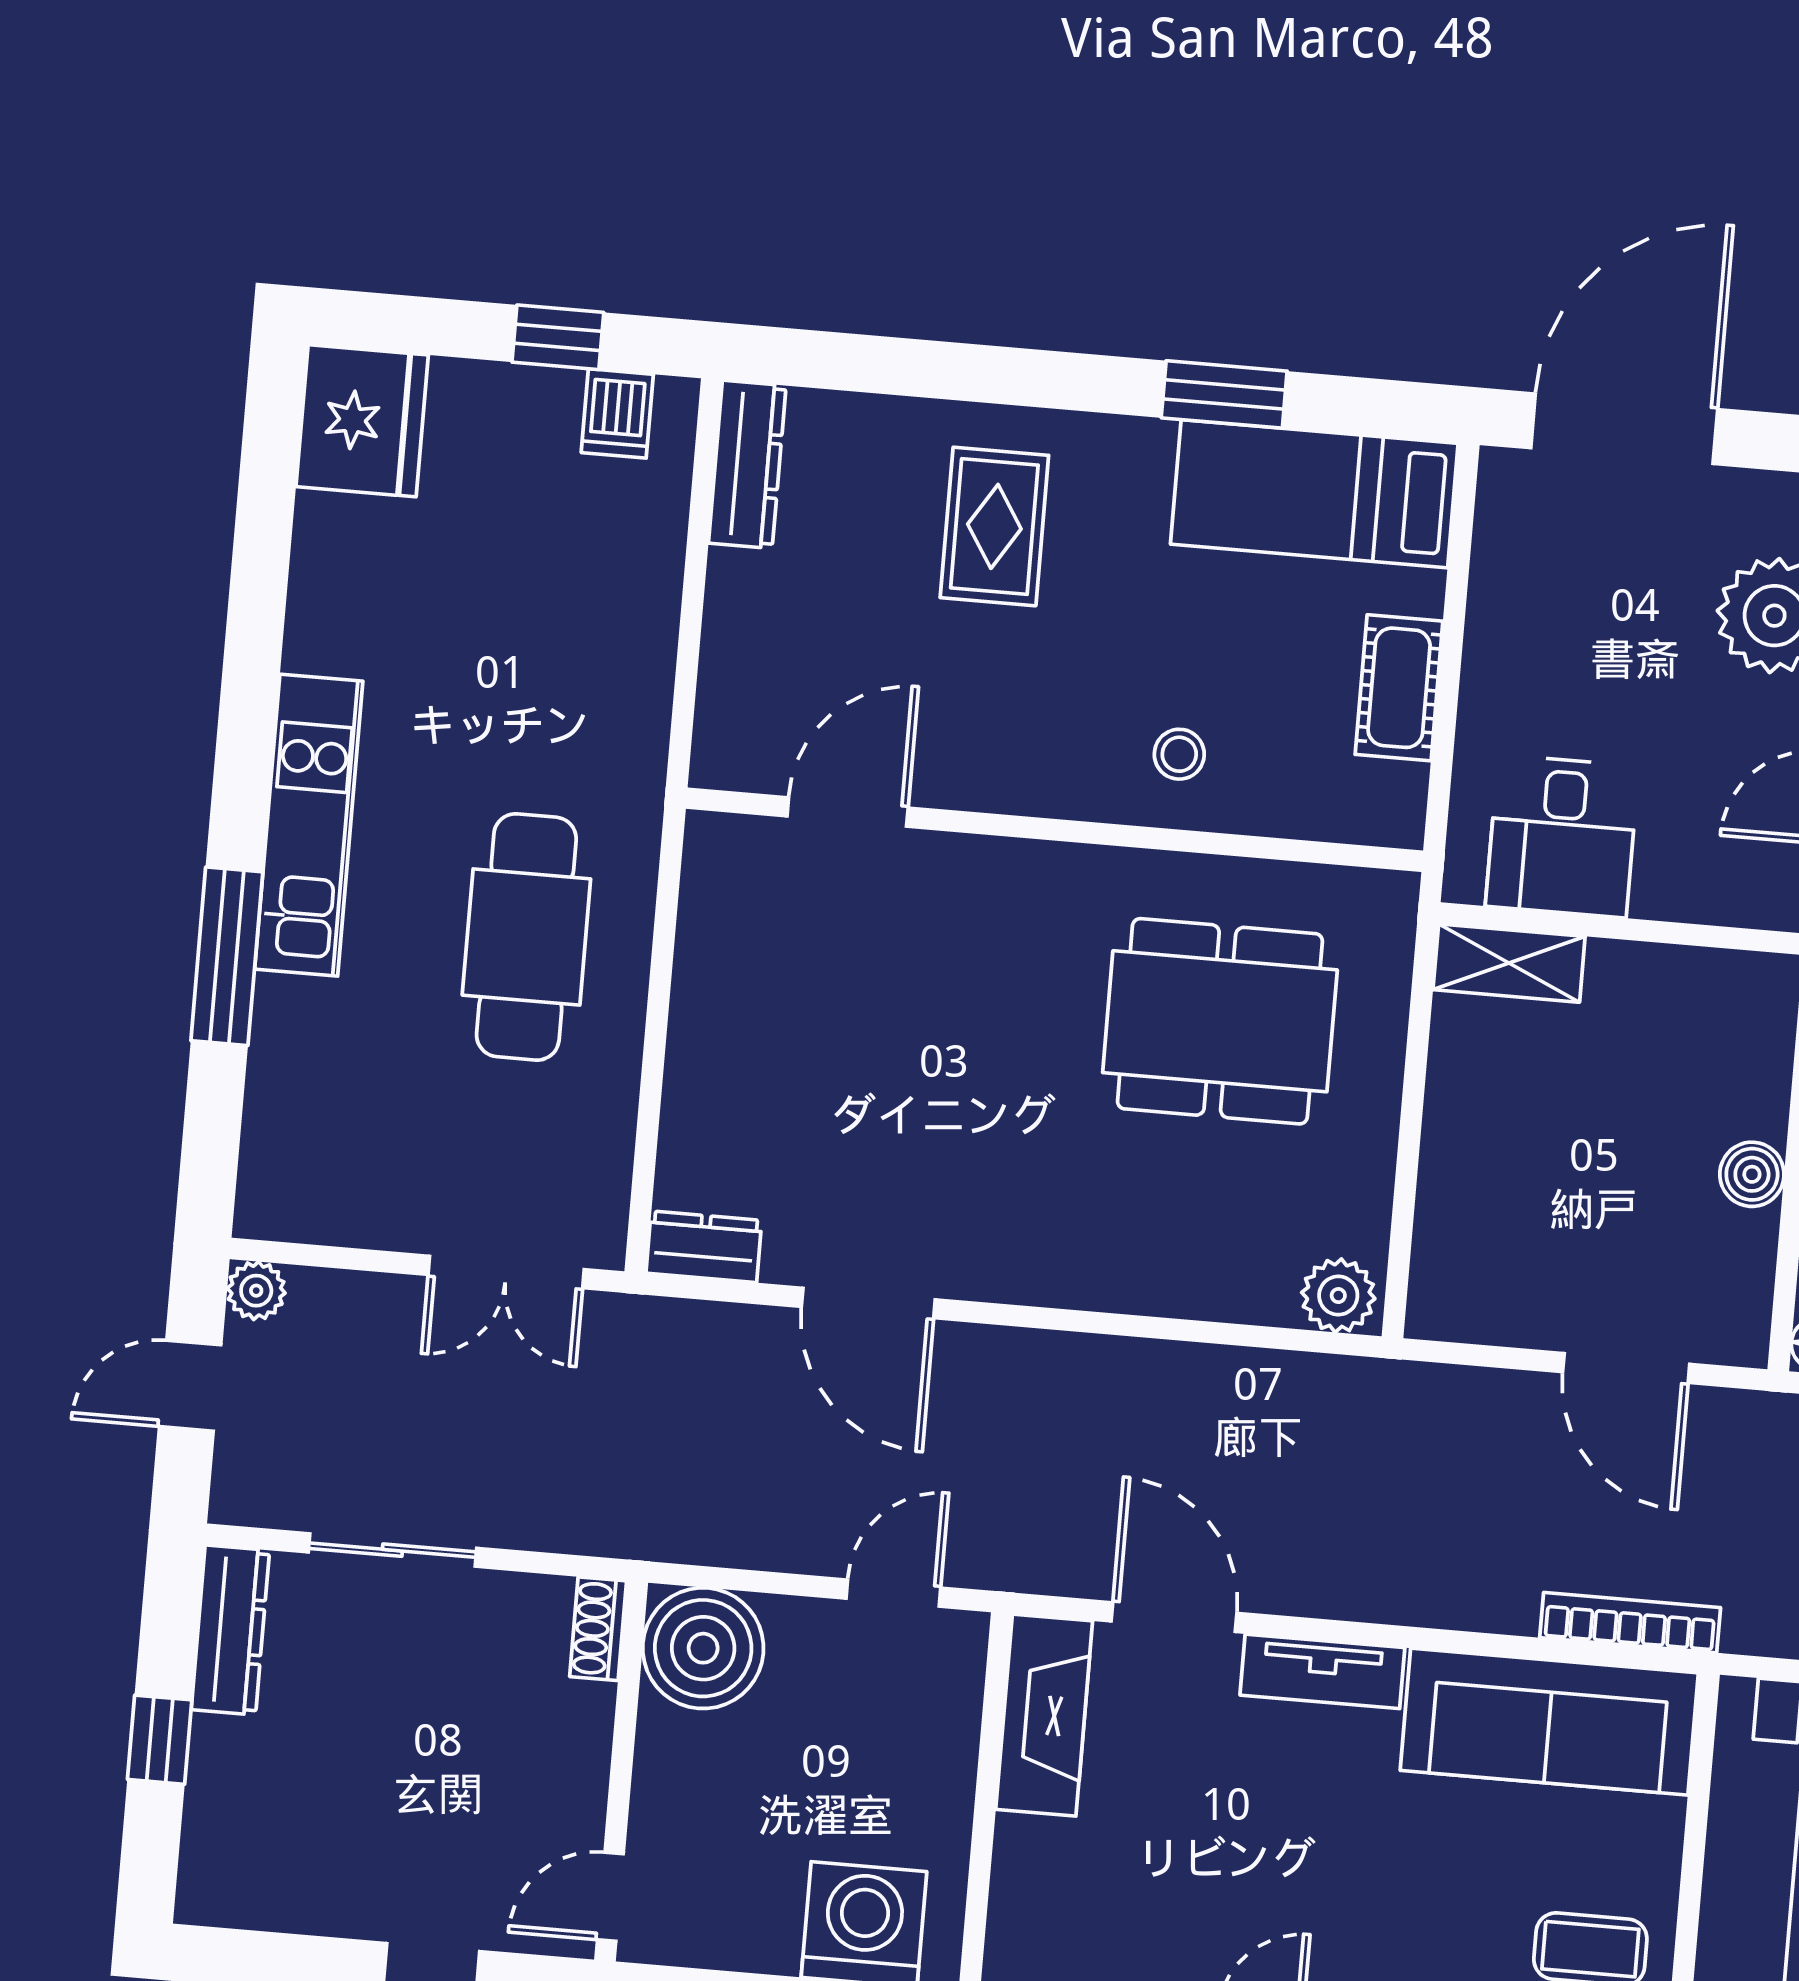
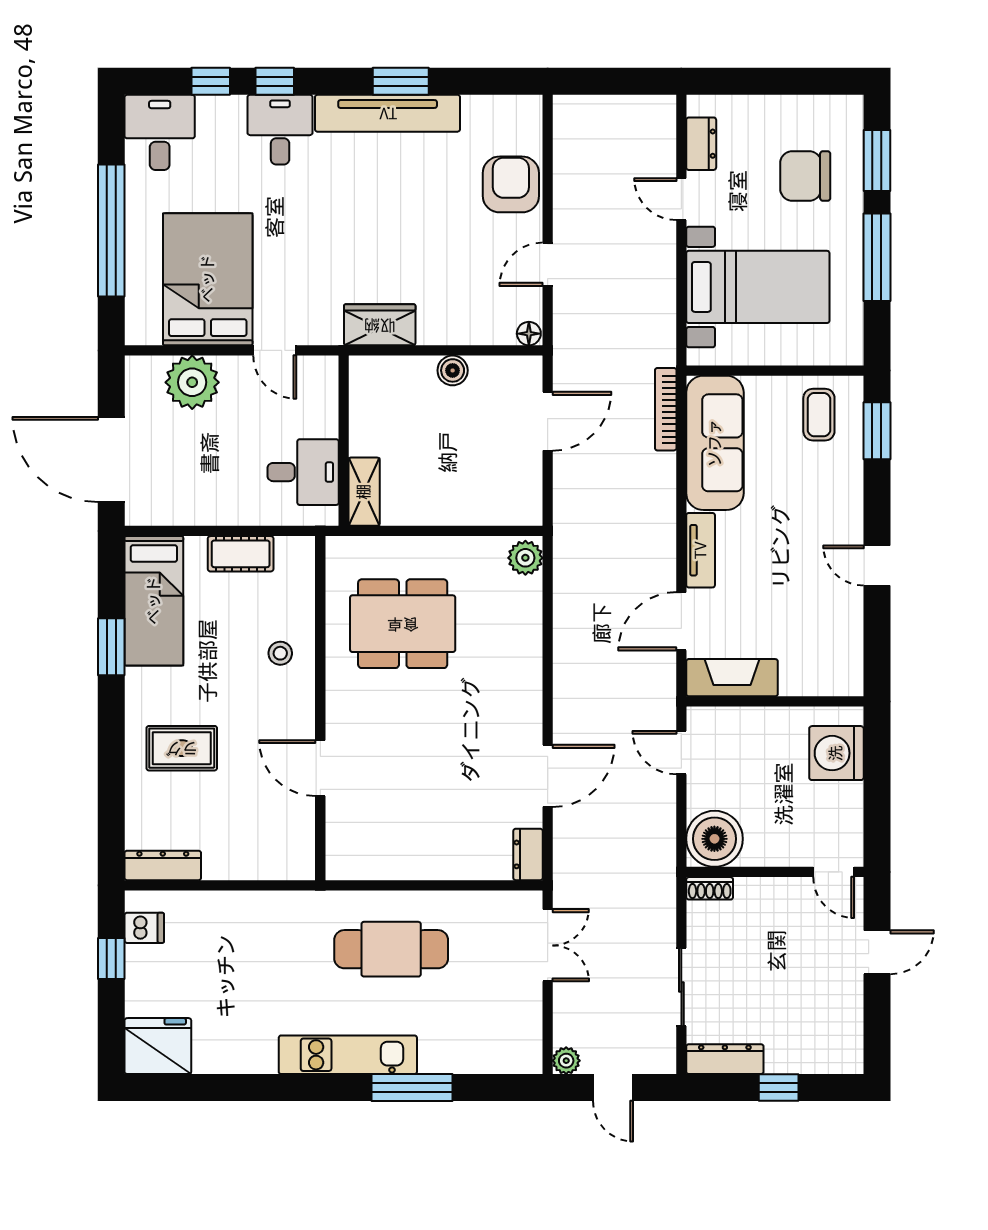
door: (848, 812) -> (320, 768), moved
dining table: (1220, 1021) -> (403, 624), turned 90

